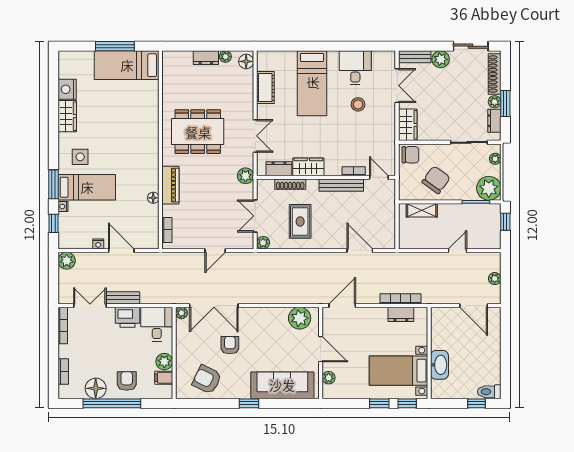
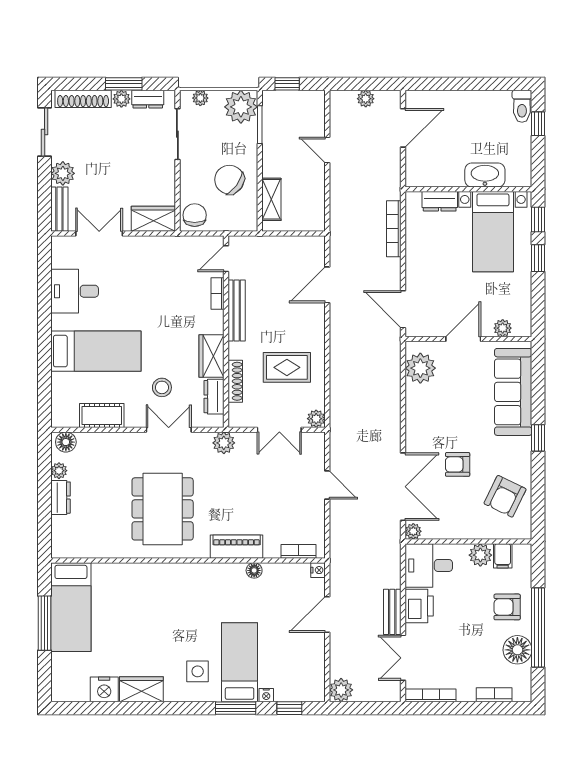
stool: (358, 104) -> (162, 387), moved
nightstand: (98, 244) -> (318, 570), moved
dresser: (401, 314) -> (440, 201), moved, turned 90

